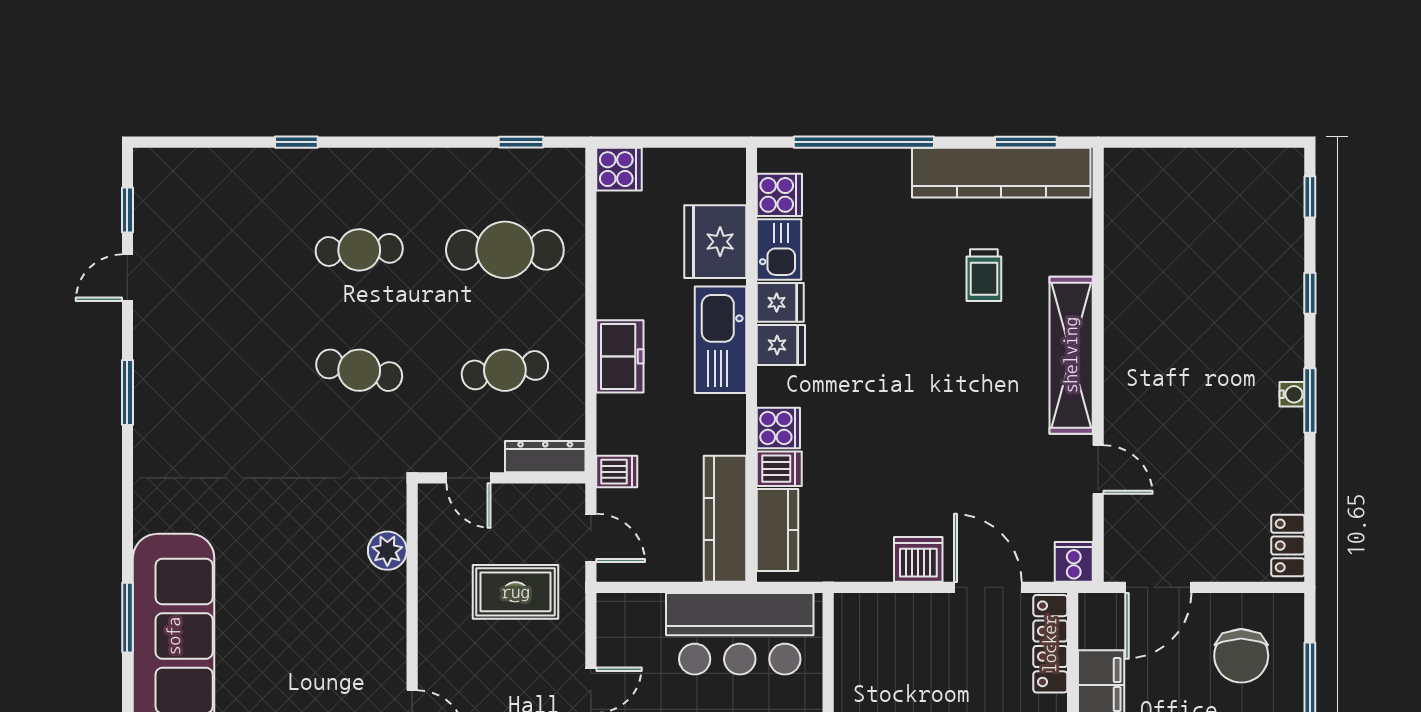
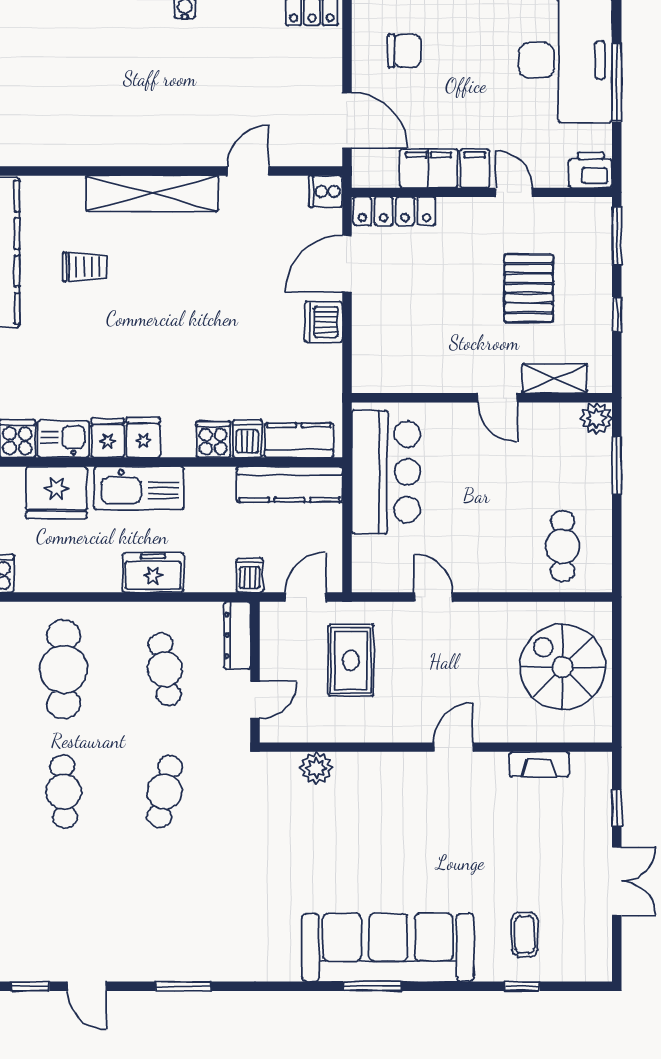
chair: (1241, 656) -> (405, 51), width x0.73, depth x0.73

